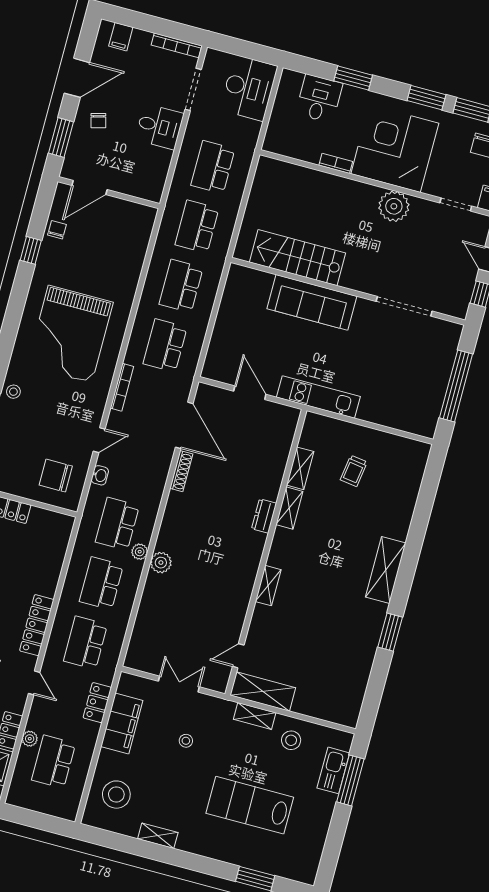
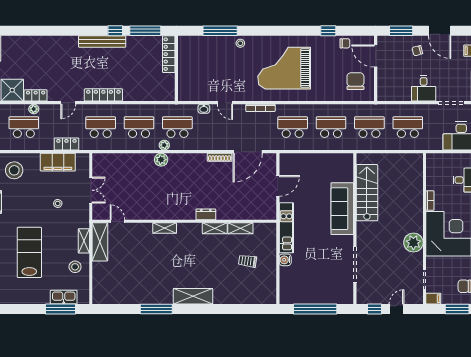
water cooler: (367, 412) -> (285, 260), added
chair: (56, 476) -> (355, 81), moved
window: (390, 632) -> (156, 309), width x1.44

